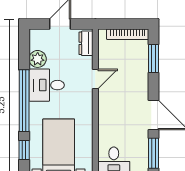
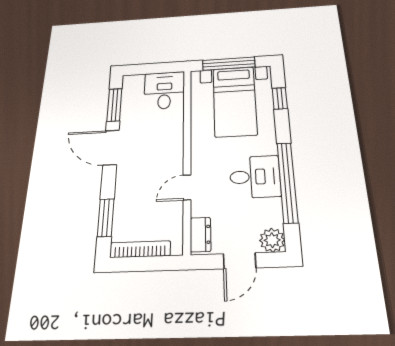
plant: (38, 59) -> (272, 240), moved
window: (24, 101) -> (287, 182), moved

